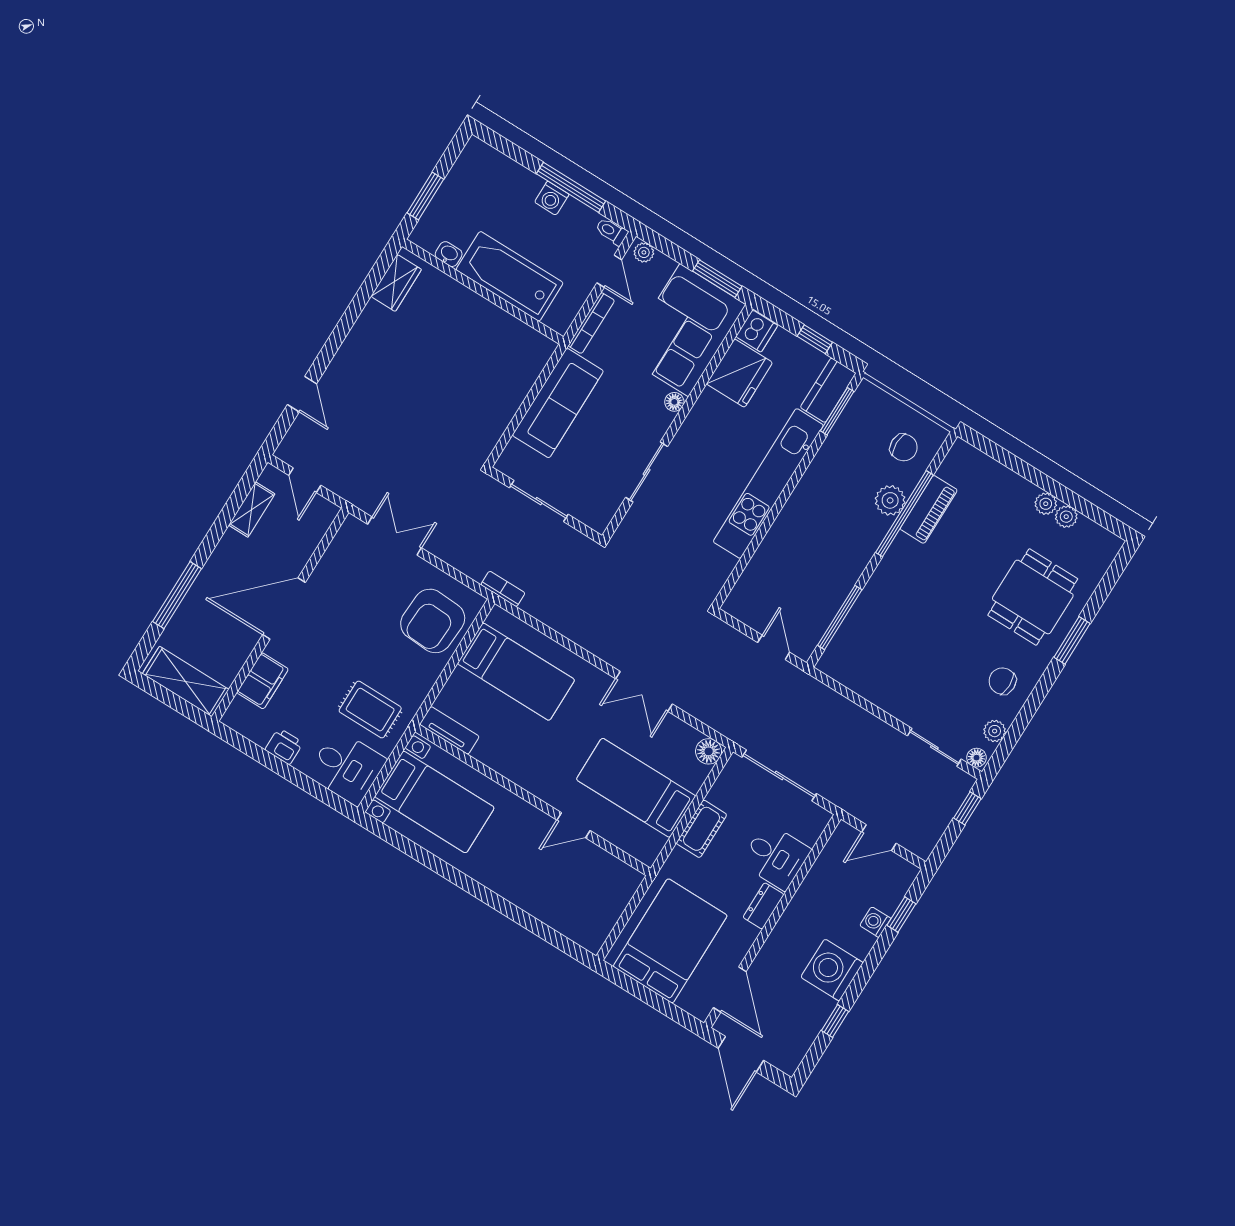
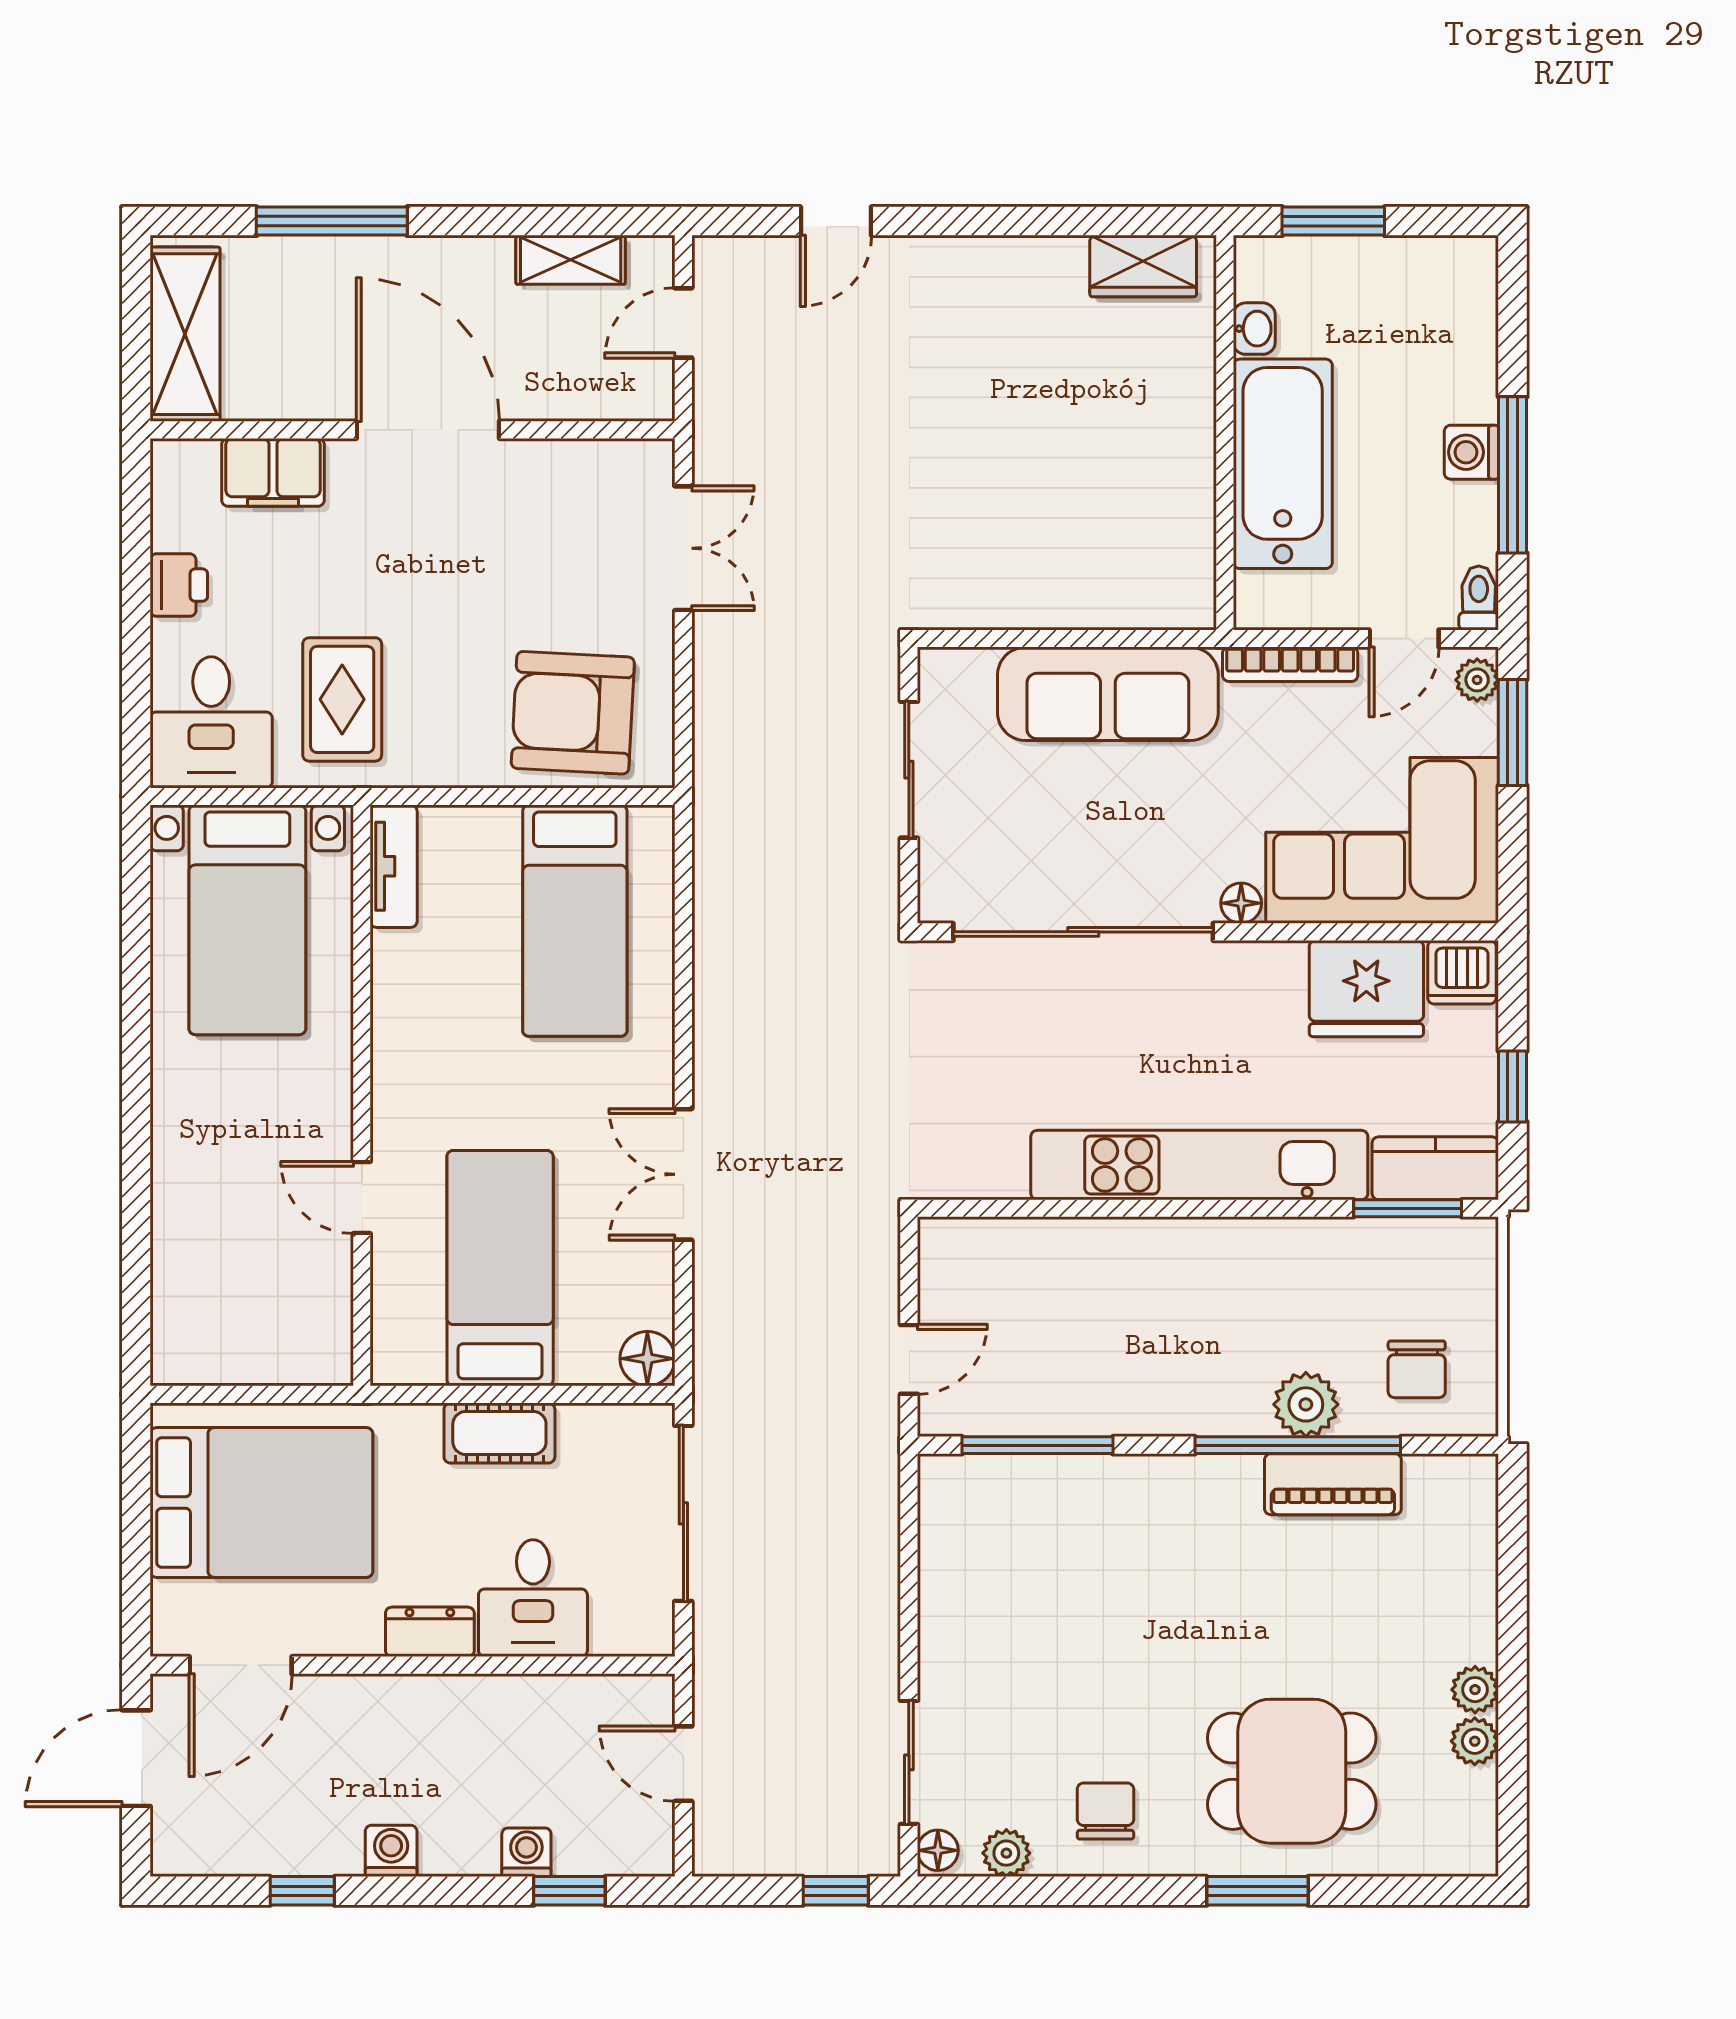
window: (717, 279) -> (1513, 733), moved
sliding door: (647, 472) -> (1083, 932), width x1.86
bookcase: (503, 589) -> (710, 804), removed
washing machine: (832, 970) -> (391, 1851), width x0.53, depth x0.53

